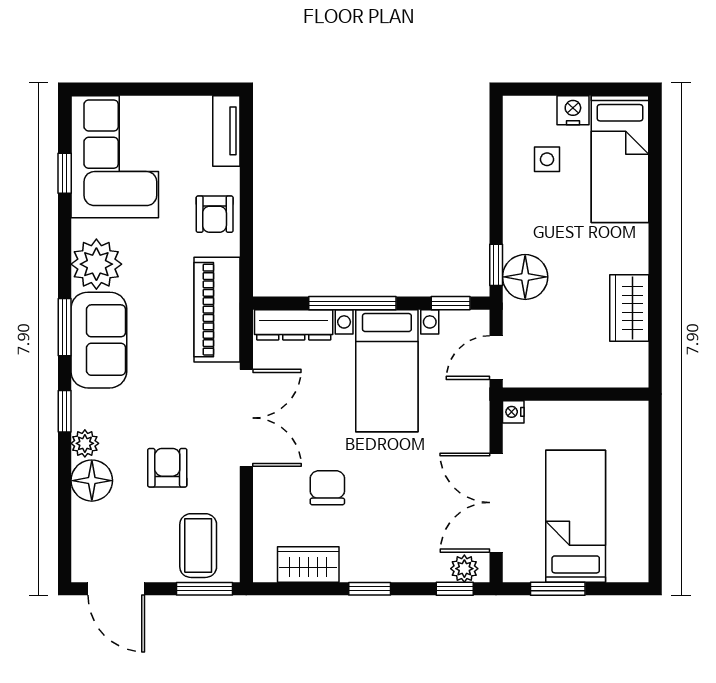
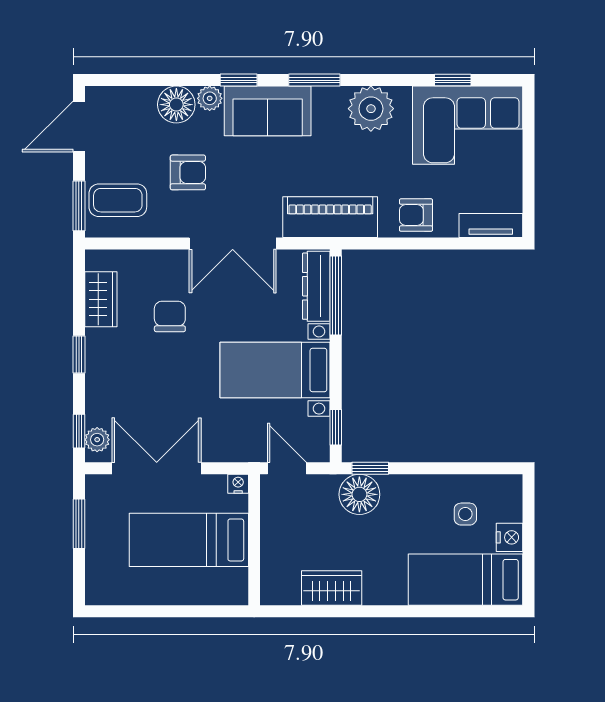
window: (352, 303) -> (336, 296), moved
sofa: (99, 340) -> (268, 111), moved
chair: (327, 488) -> (170, 316), turned -90
bed: (576, 516) -> (189, 540), moved, turned 180

